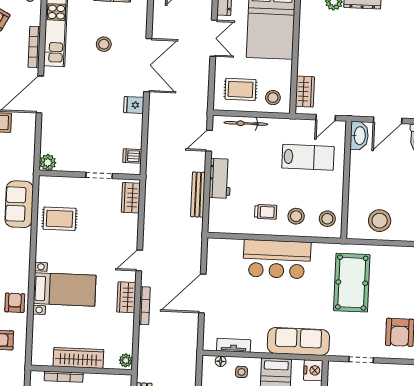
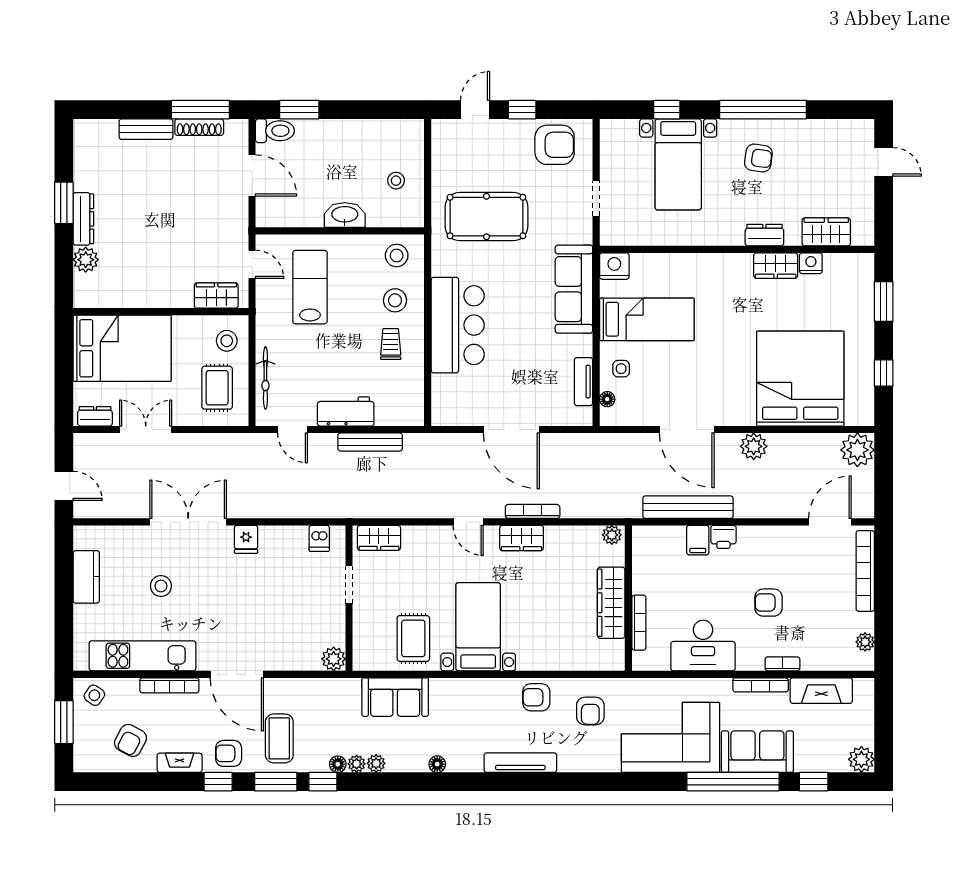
washbasin: (359, 136) -> (345, 215), moved
stool: (380, 221) -> (396, 181), width x0.53, depth x0.53
bed with nightstands: (65, 289) -> (478, 627), moved

